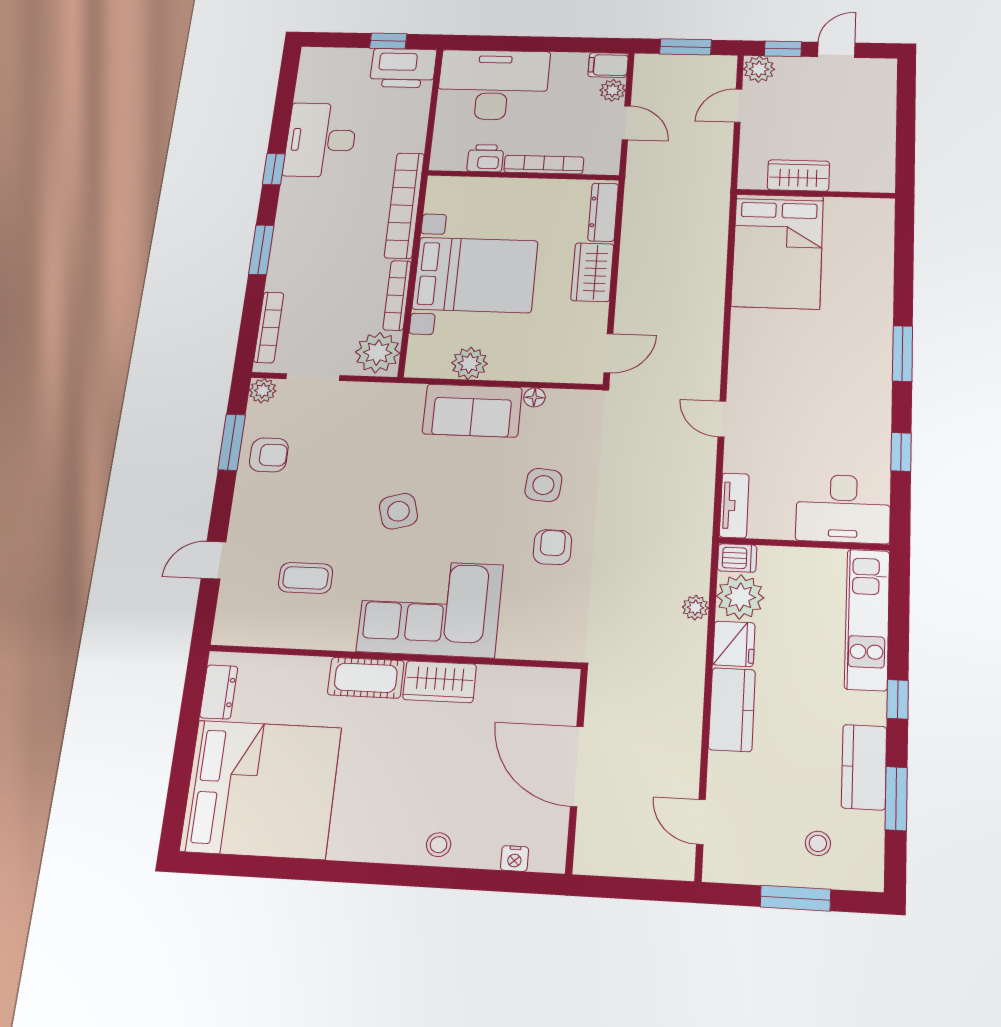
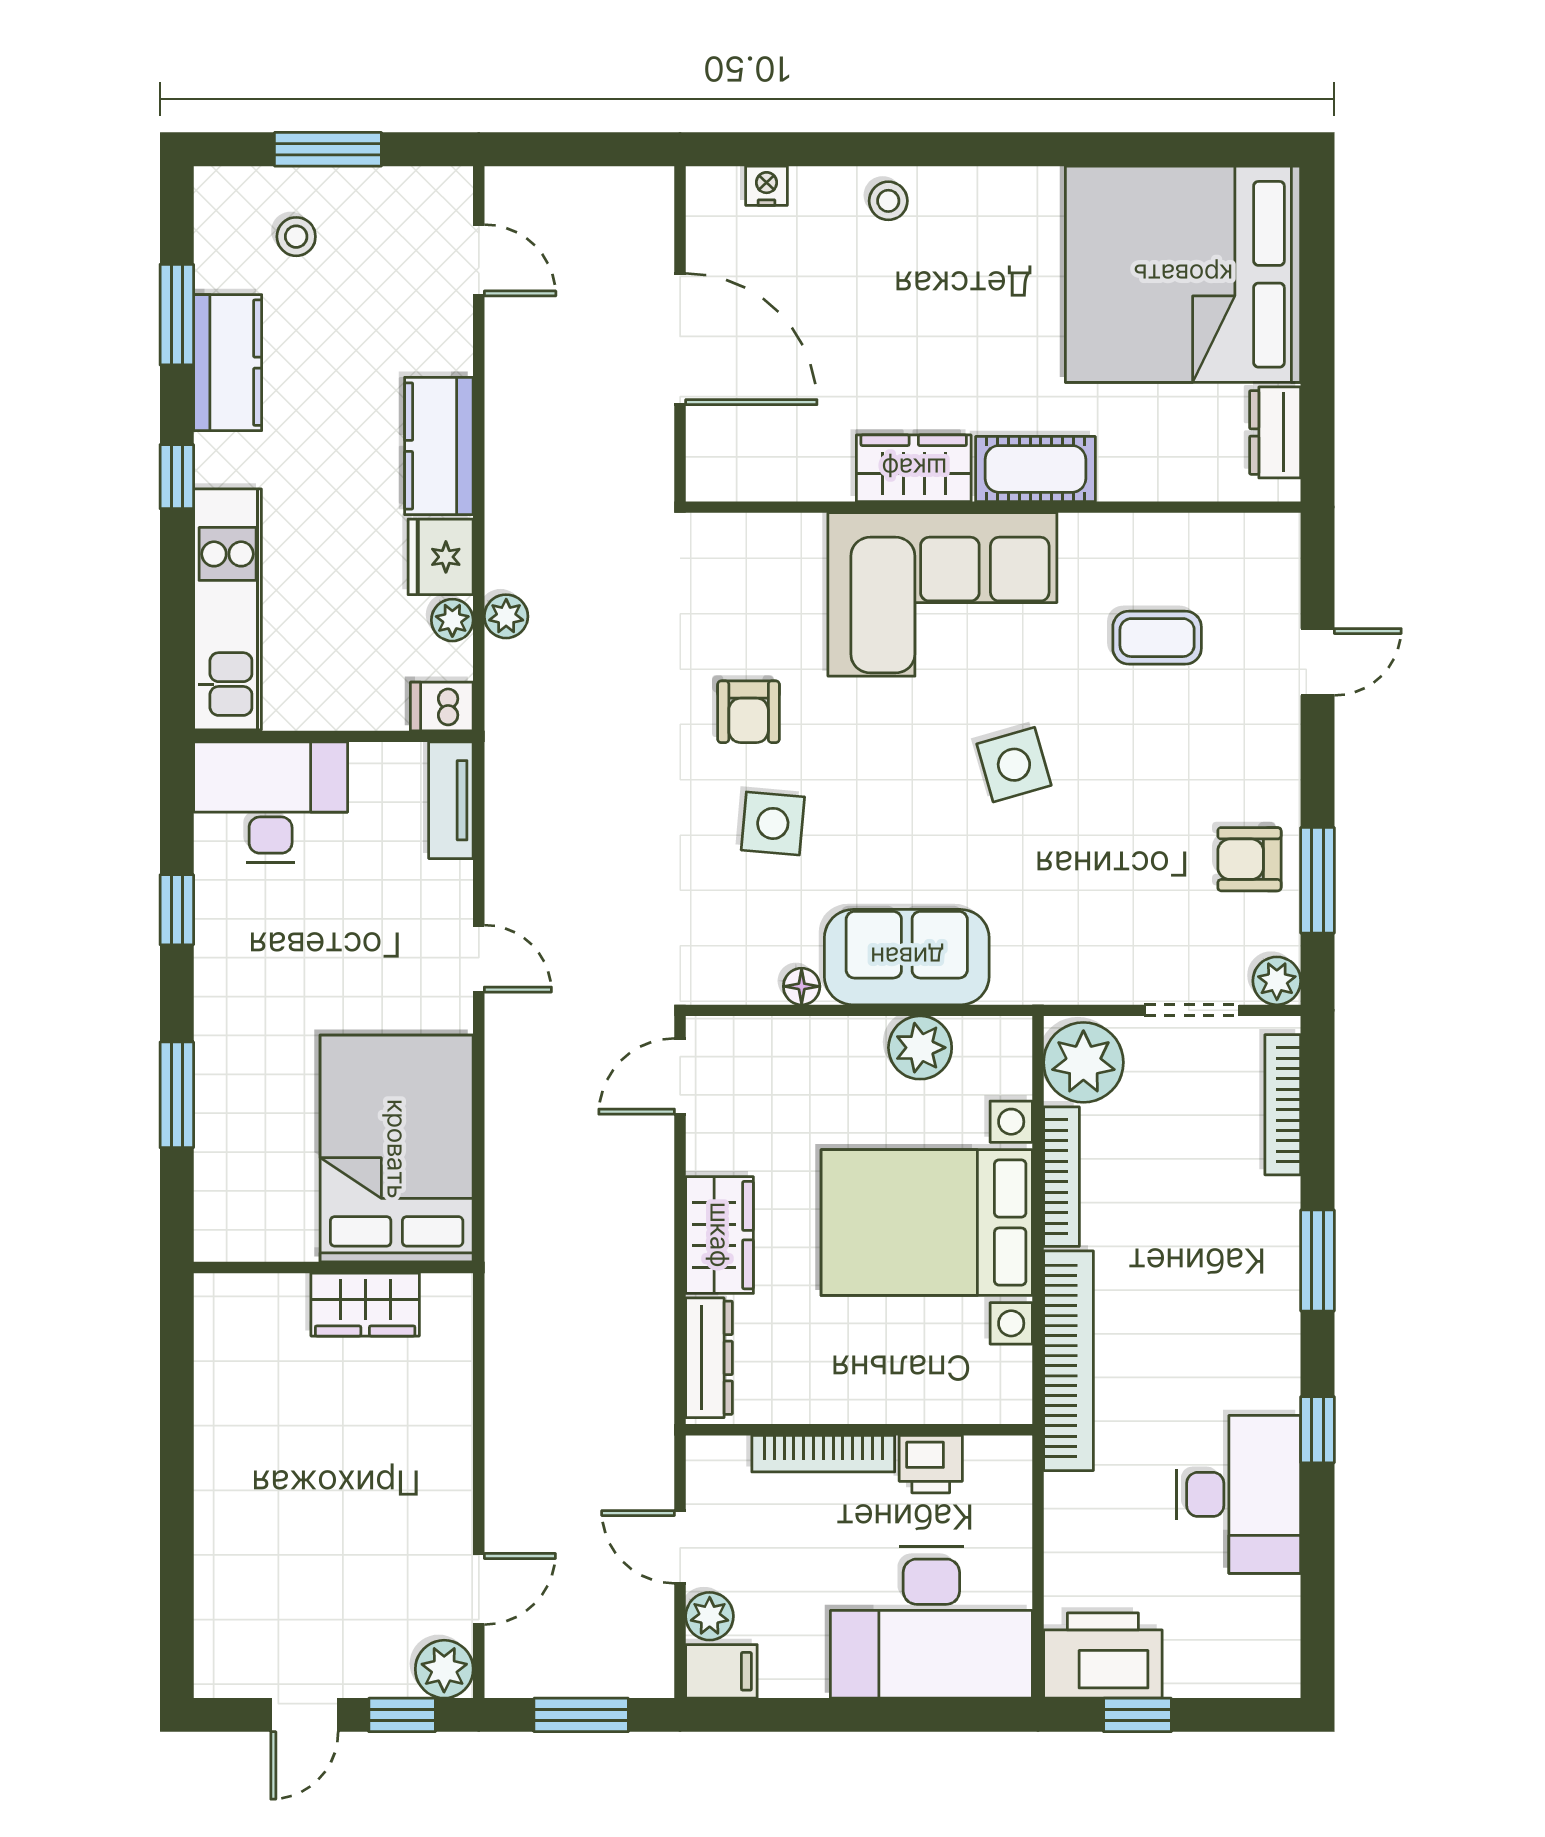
wardrobe: (798, 175) -> (365, 1305), moved
wall: (816, 194) -> (333, 1268), moved
bed: (778, 251) -> (397, 1149), moved
plant: (740, 597) -> (452, 620), width x0.53, depth x0.53

